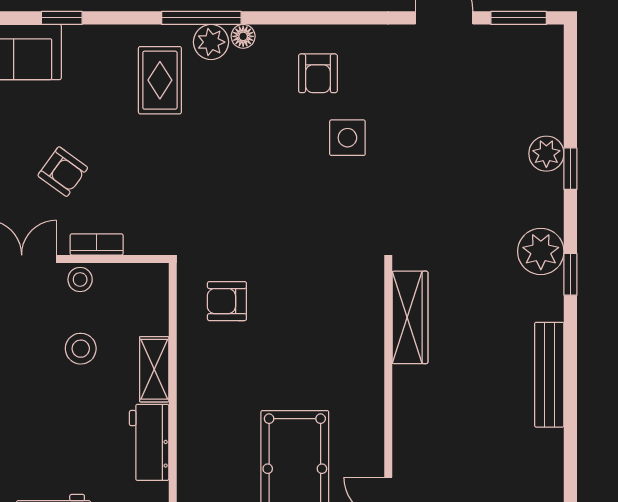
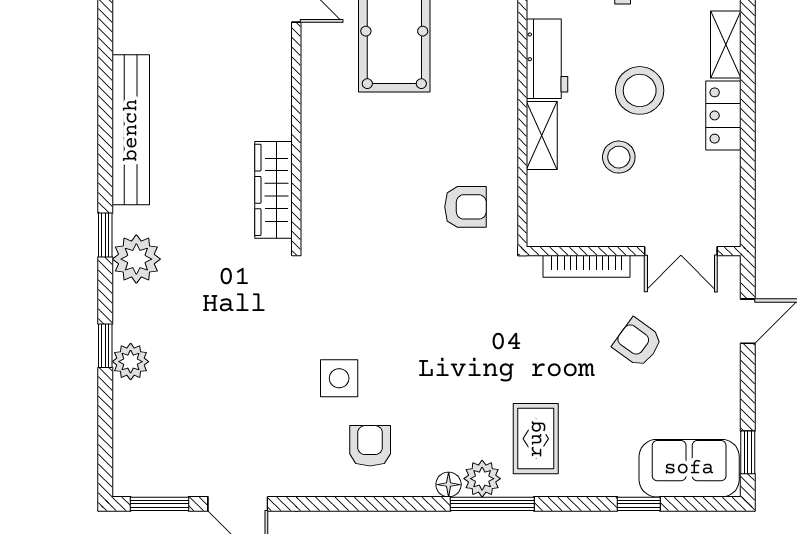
bookcase: (97, 244) -> (587, 266), width x1.56
stool: (80, 279) -> (640, 90), moved, width x1.89, depth x1.89
bench: (549, 375) -> (131, 130), width x1.37, depth x1.21

